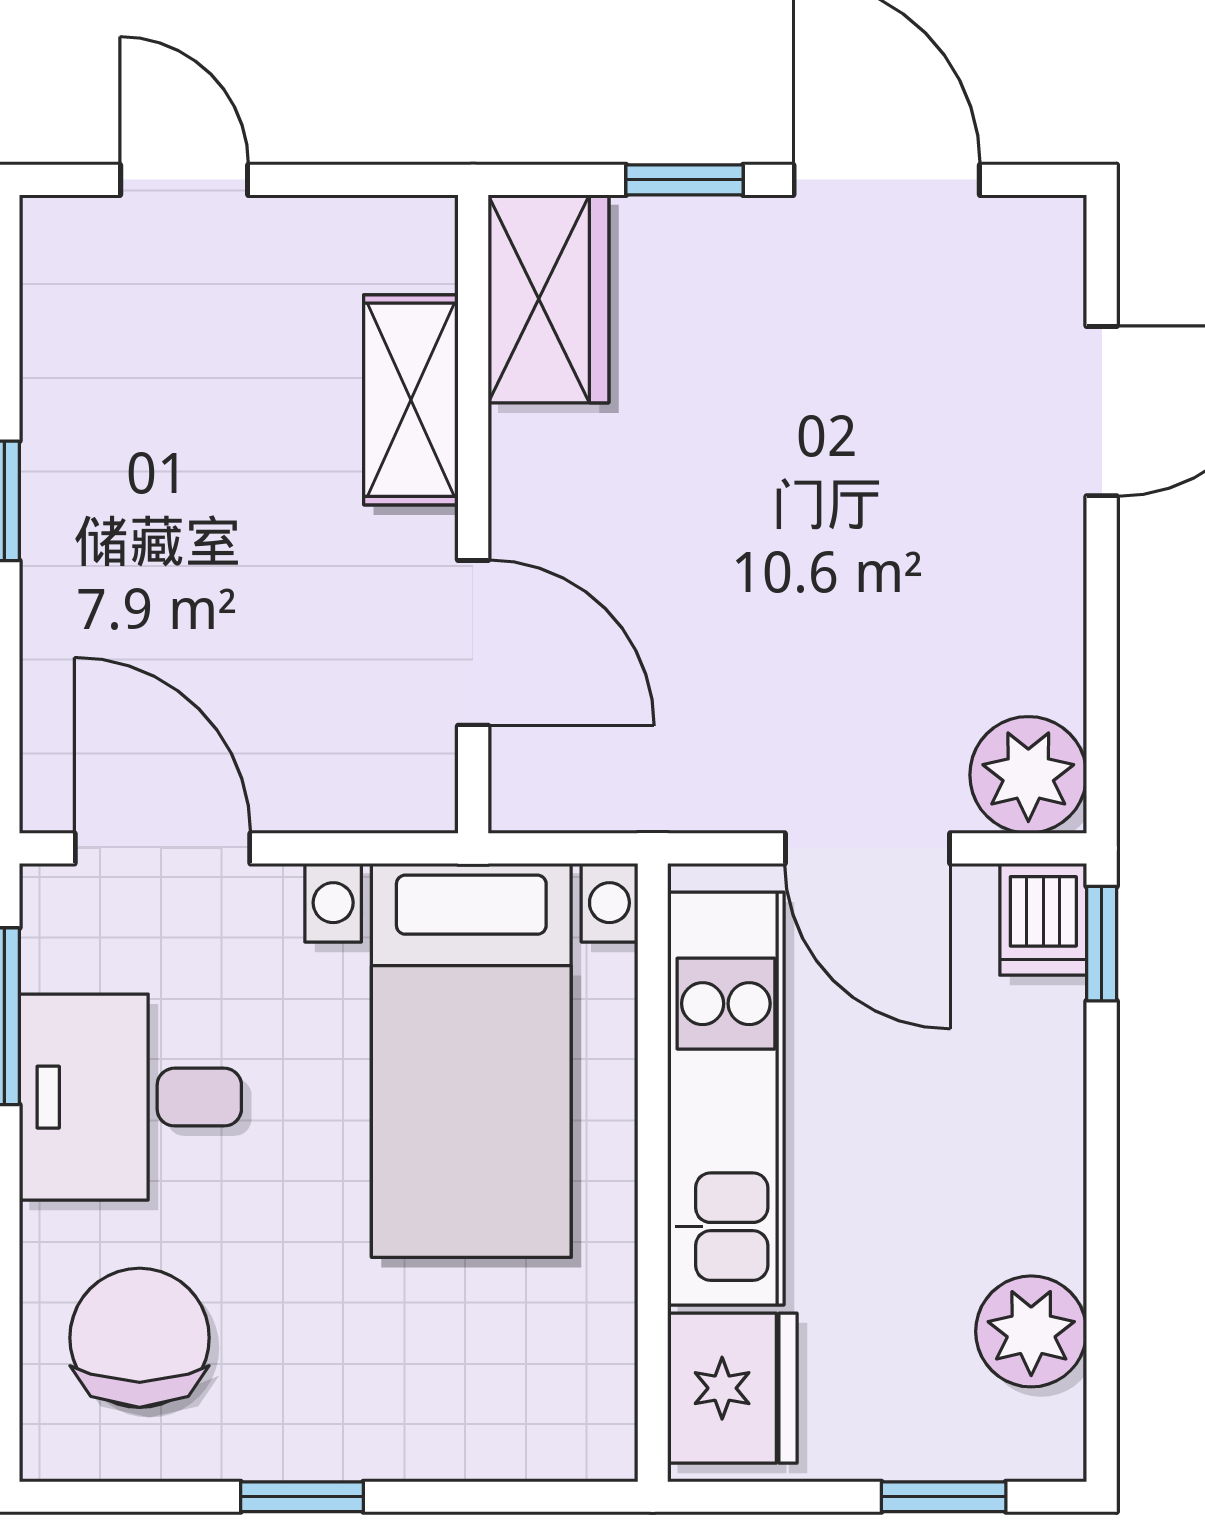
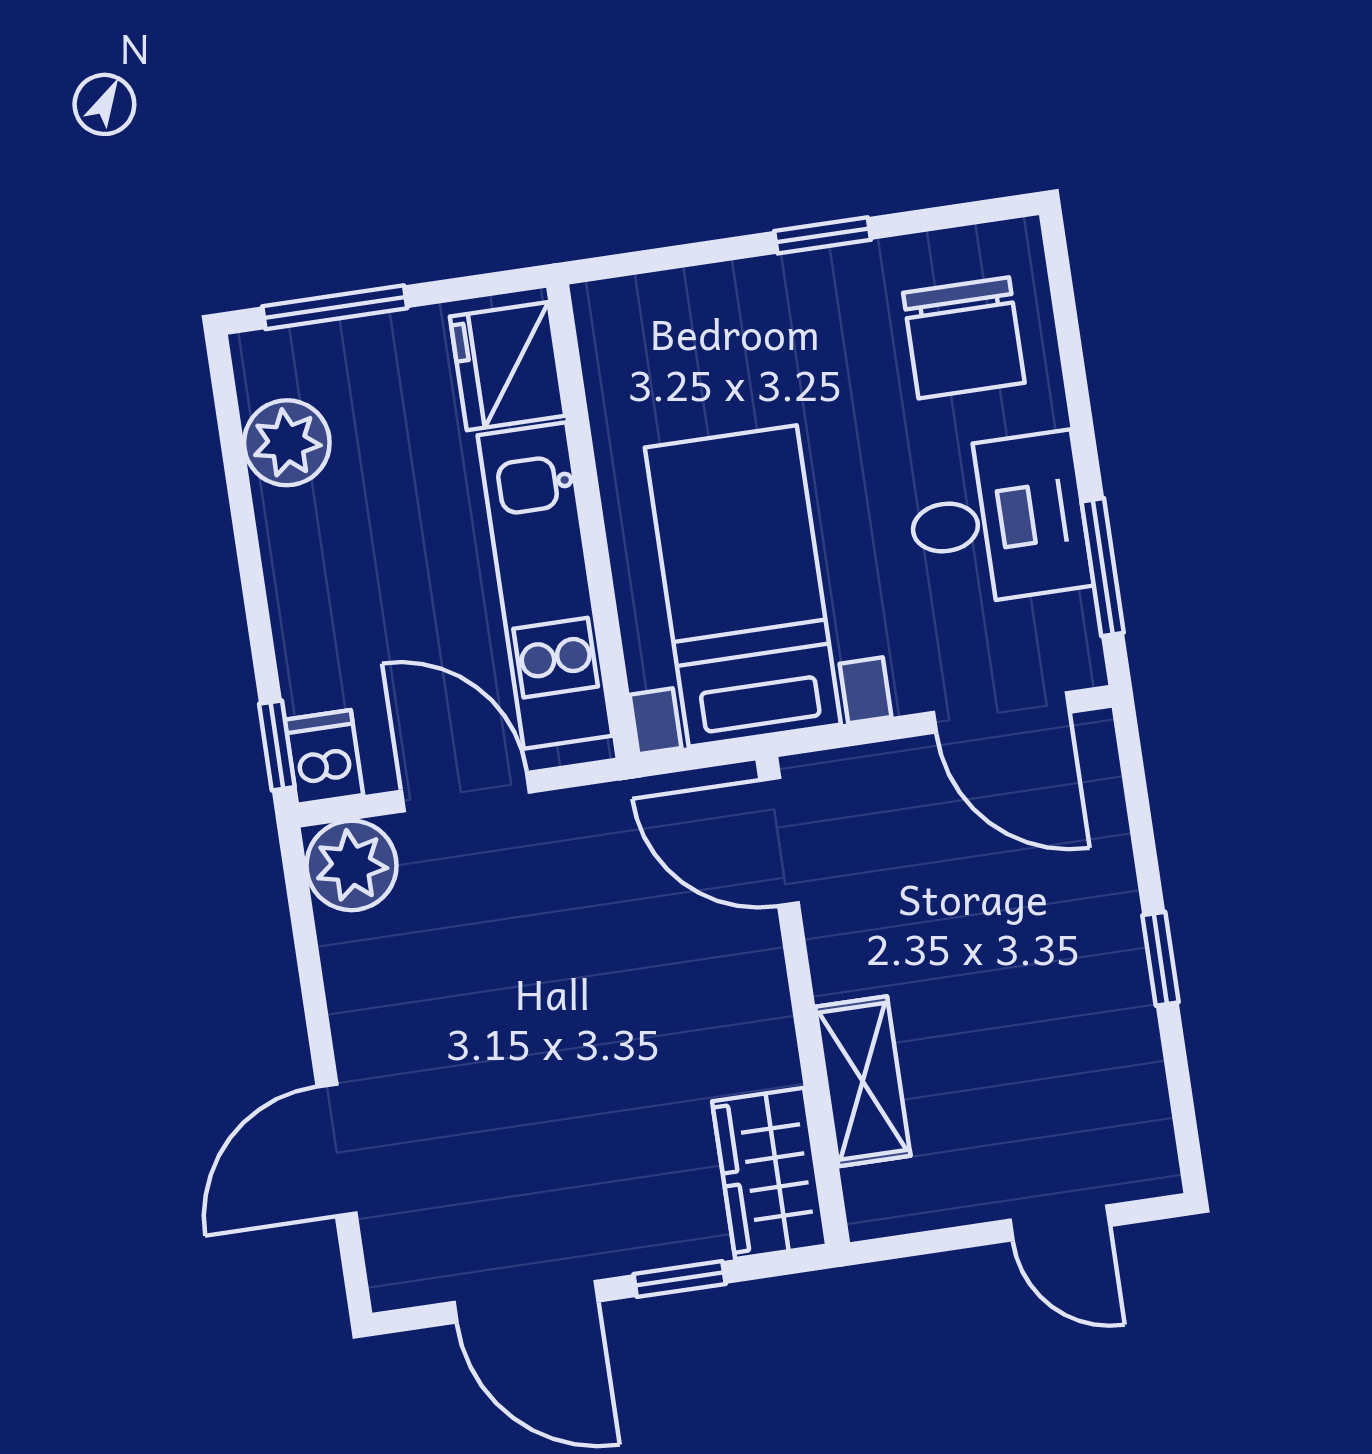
door: (473, 643) -> (779, 842), moved
window: (944, 1497) -> (335, 307), width x1.50

